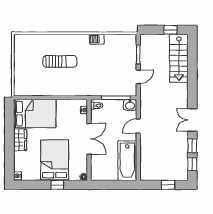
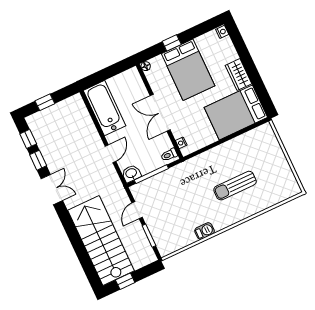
stairs: (179, 58) -> (101, 241), width x1.36, depth x1.51

